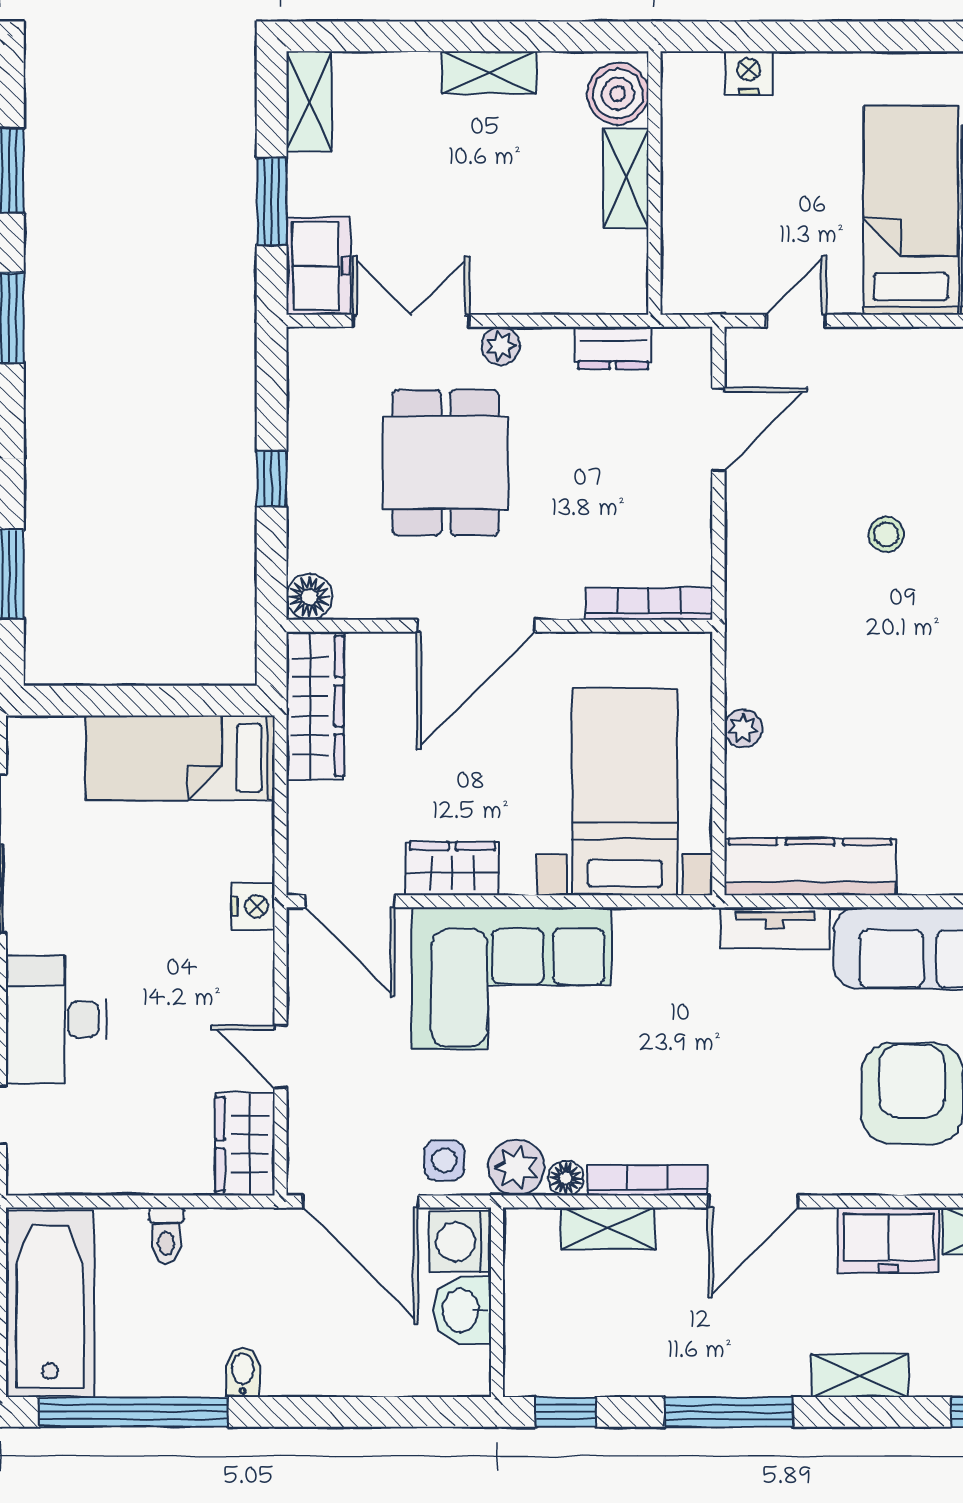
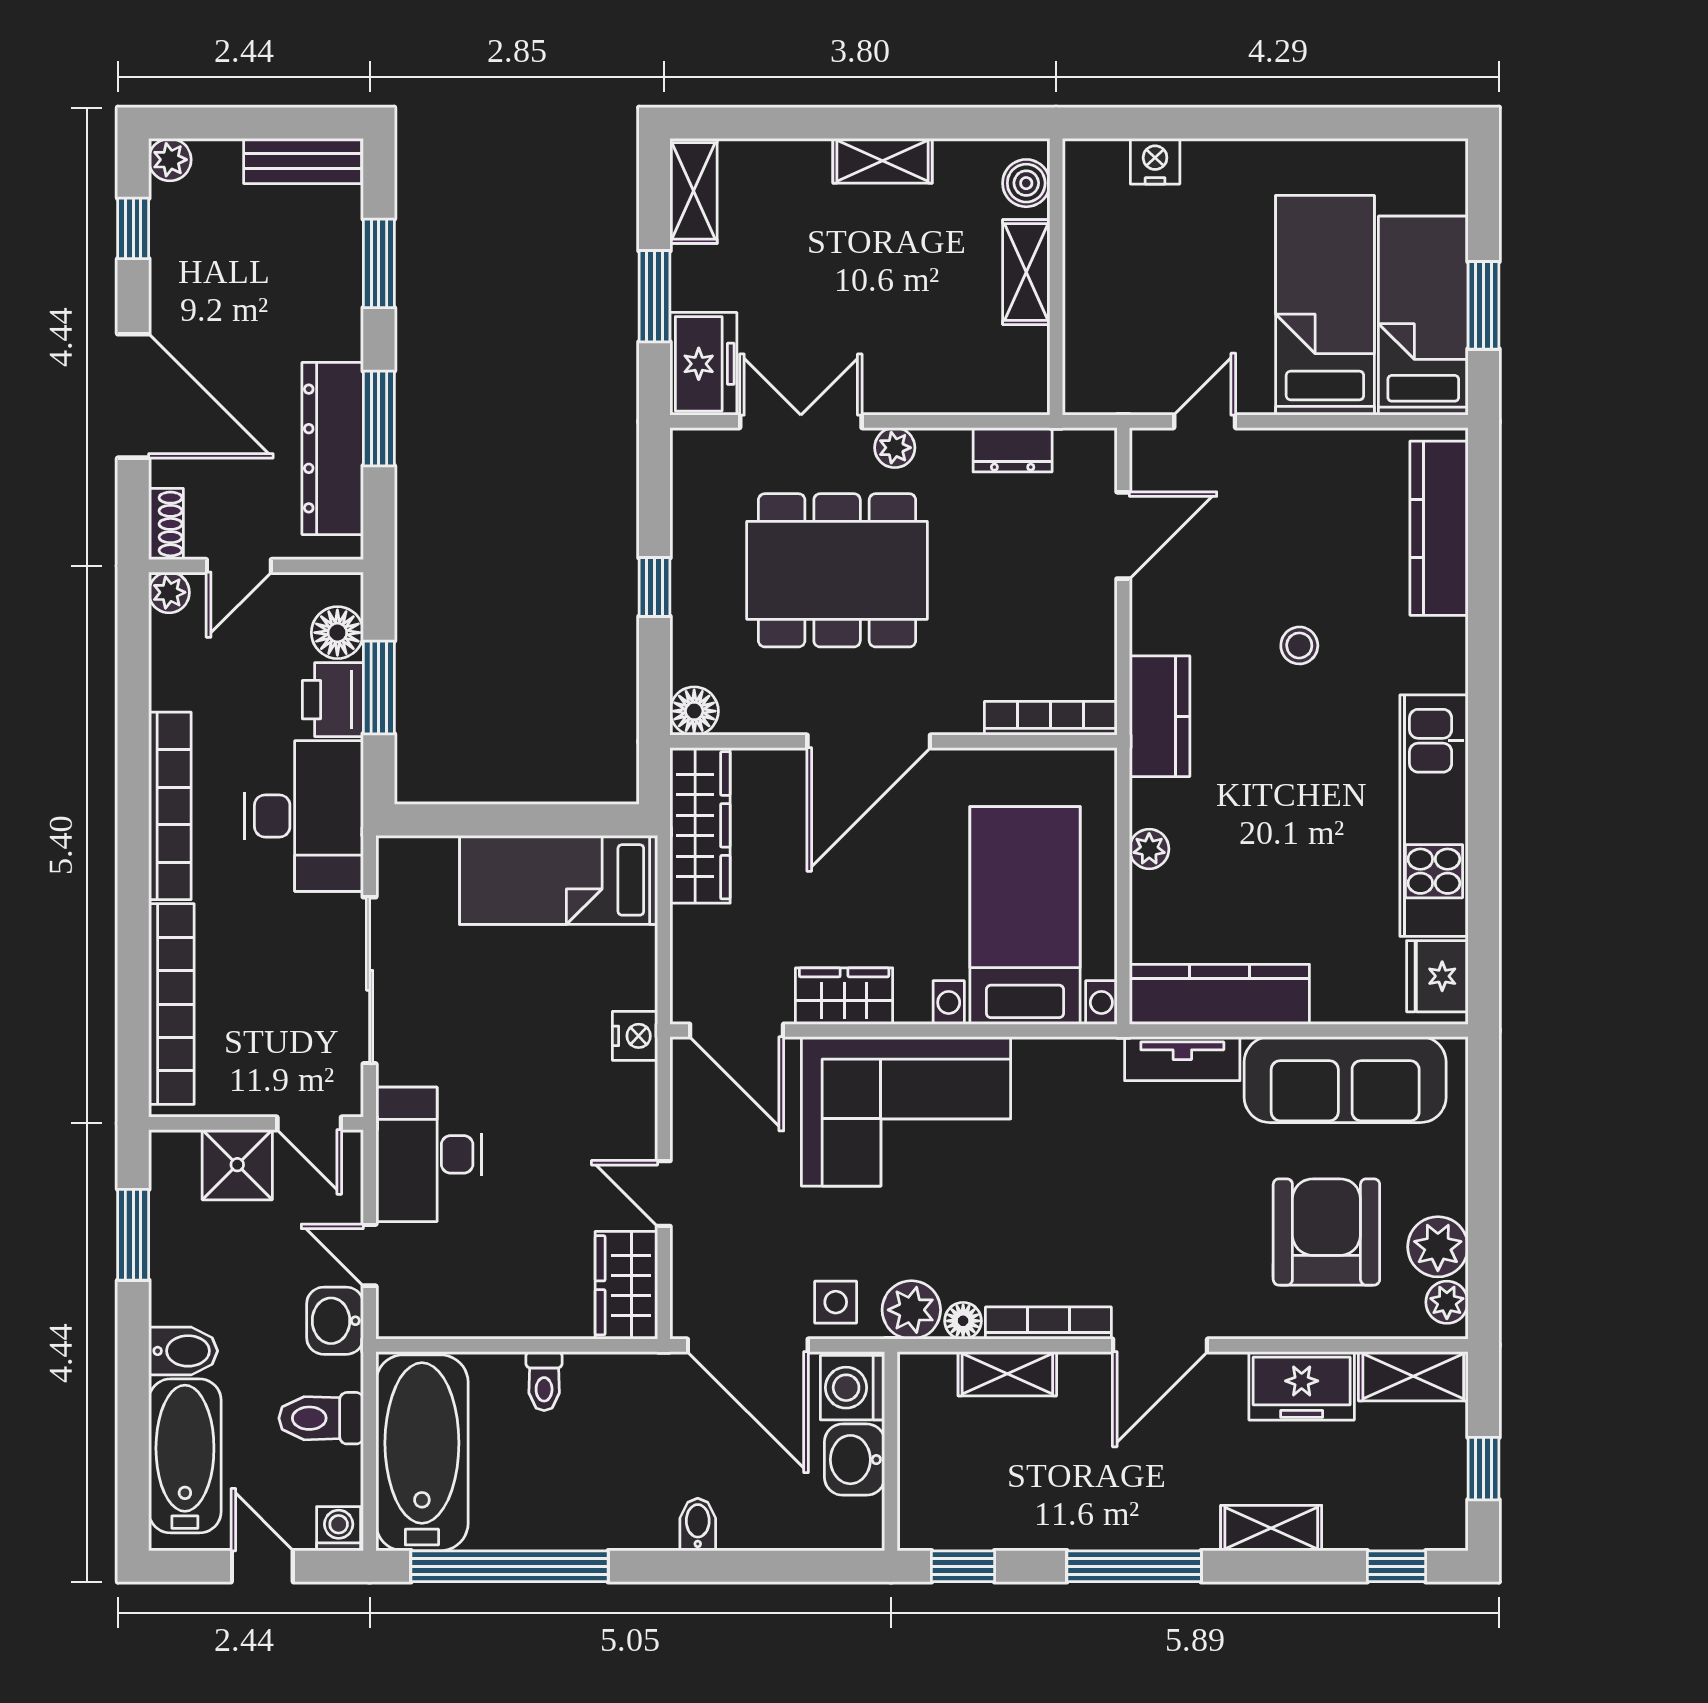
boiler: (618, 94) -> (1026, 183), width x0.73, depth x0.73
dining table: (446, 463) -> (837, 570), width x1.38
kitchen counter: (753, 602) -> (1160, 716), added
bidet: (243, 1372) -> (698, 1524), moved

